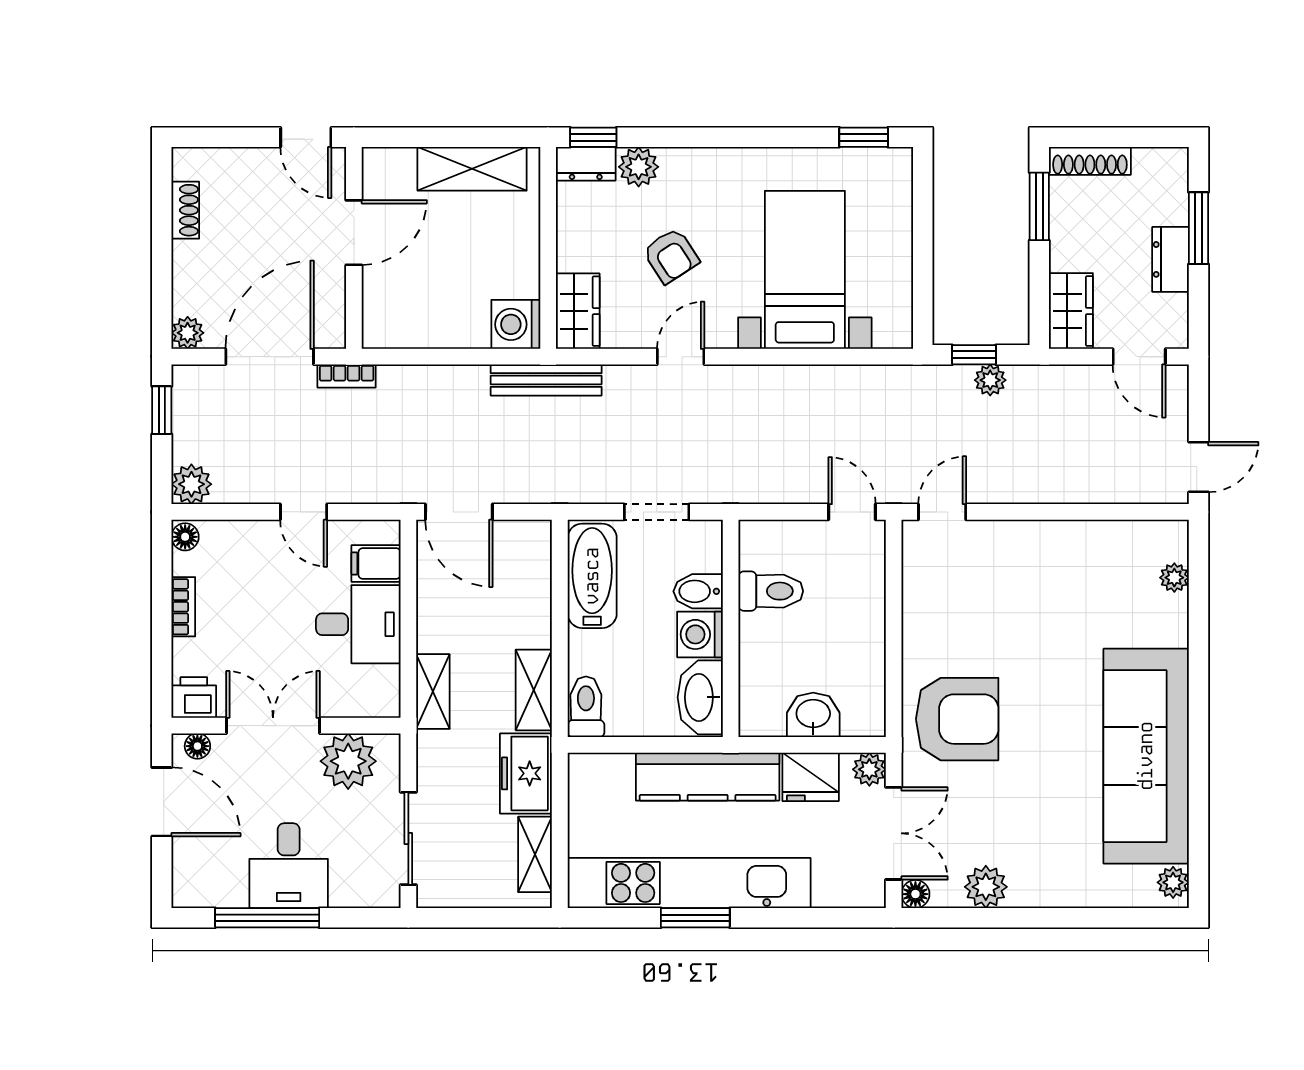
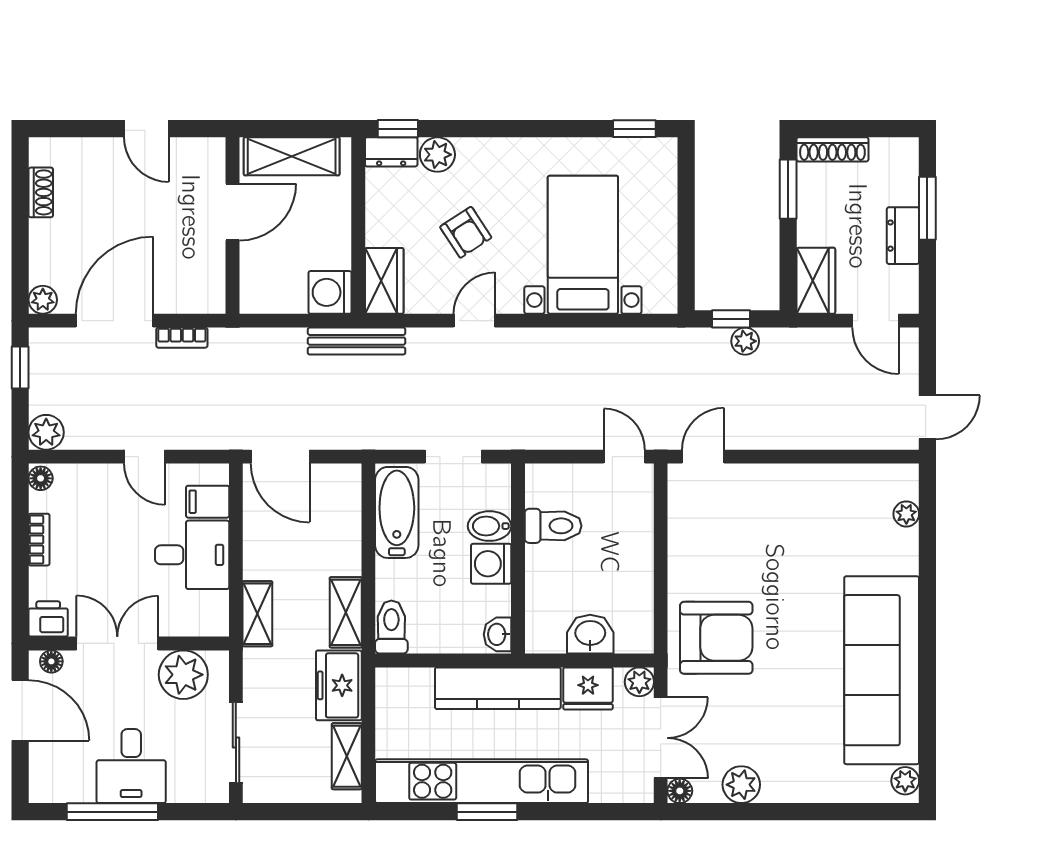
door: (354, 233) -> (233, 212), moved
wall: (354, 248) -> (233, 226), moved
washbasin: (700, 697) -> (497, 634), width x0.52, depth x0.69

